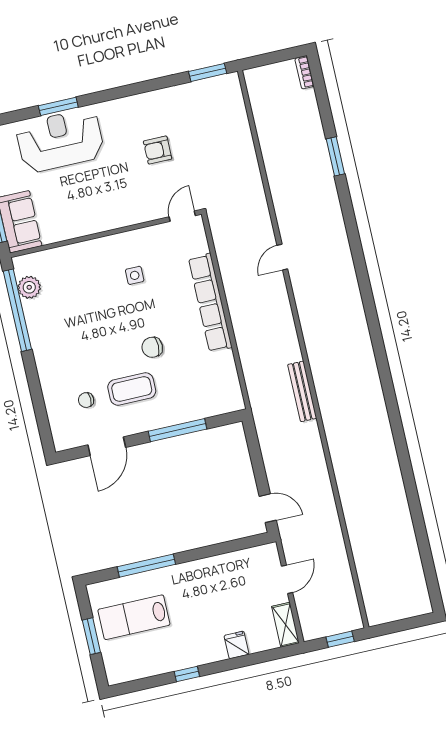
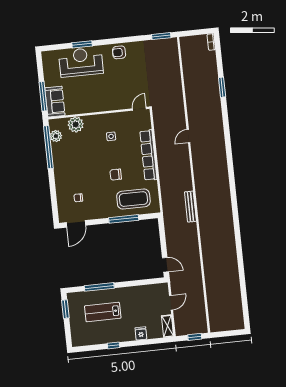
armchair: (158, 150) -> (119, 52), moved
plant: (64, 261) -> (76, 124), added
coffee table: (132, 389) -> (133, 199), moved, width x1.36, depth x1.32
door: (107, 446) -> (76, 224), moved
lab bench: (134, 617) -> (103, 312), moved
window: (91, 636) -> (65, 309), moved

